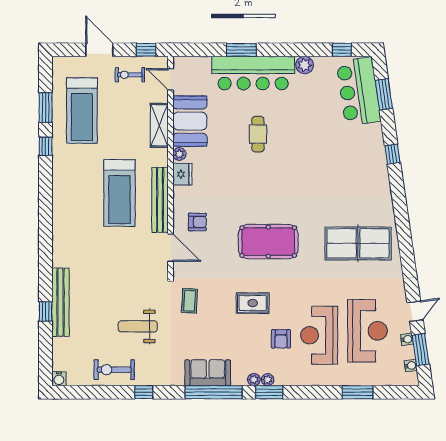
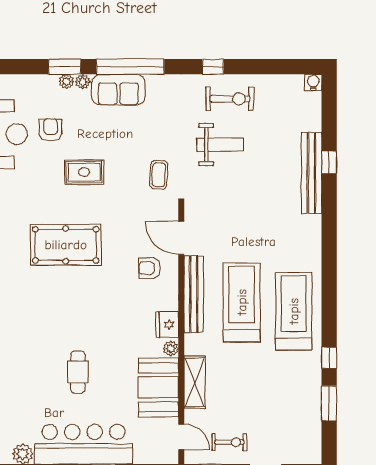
treadmill: (82, 111) -> (294, 311), moved
exercise bike: (114, 370) -> (230, 99), moved
sofa: (208, 373) -> (118, 90), moved

